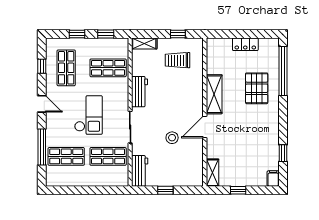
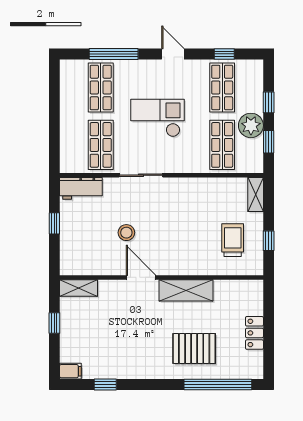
plant: (94, 47) -> (251, 125), added
shop shelf: (66, 68) -> (222, 87), turned 90
workbench: (140, 92) -> (190, 188), removed
door: (42, 104) -> (173, 54), swing flipped
checkout: (88, 115) -> (157, 118), turned 180

